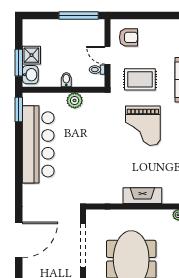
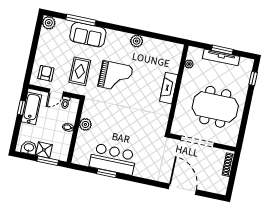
window: (79, 16) -> (21, 108), width x0.46
bathtub: (80, 28) -> (31, 108), added
washbasin: (30, 75) -> (29, 148), moved
window: (19, 110) -> (107, 173), moved
bar counter: (38, 144) -> (113, 159), width x0.73

